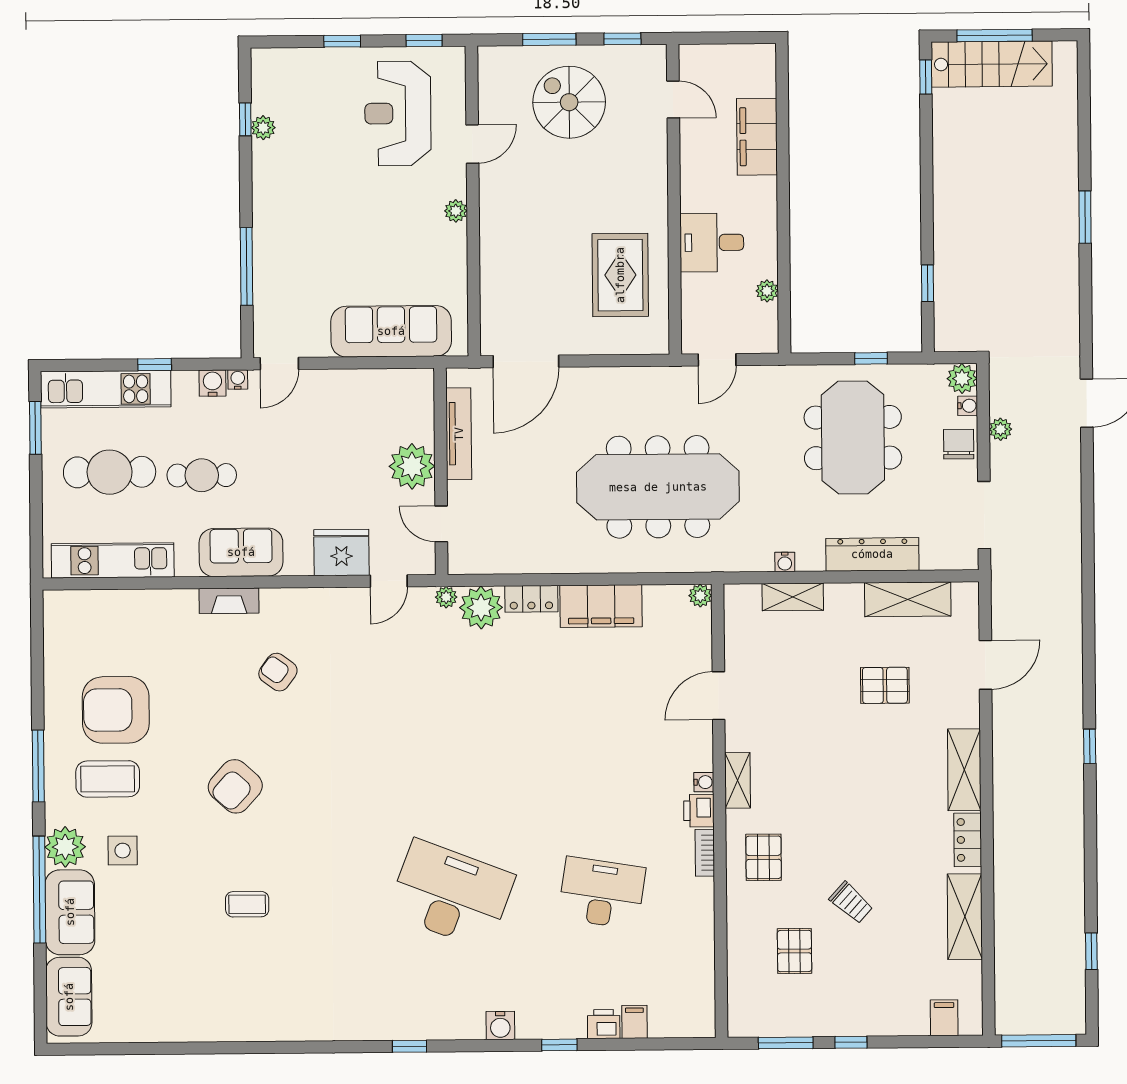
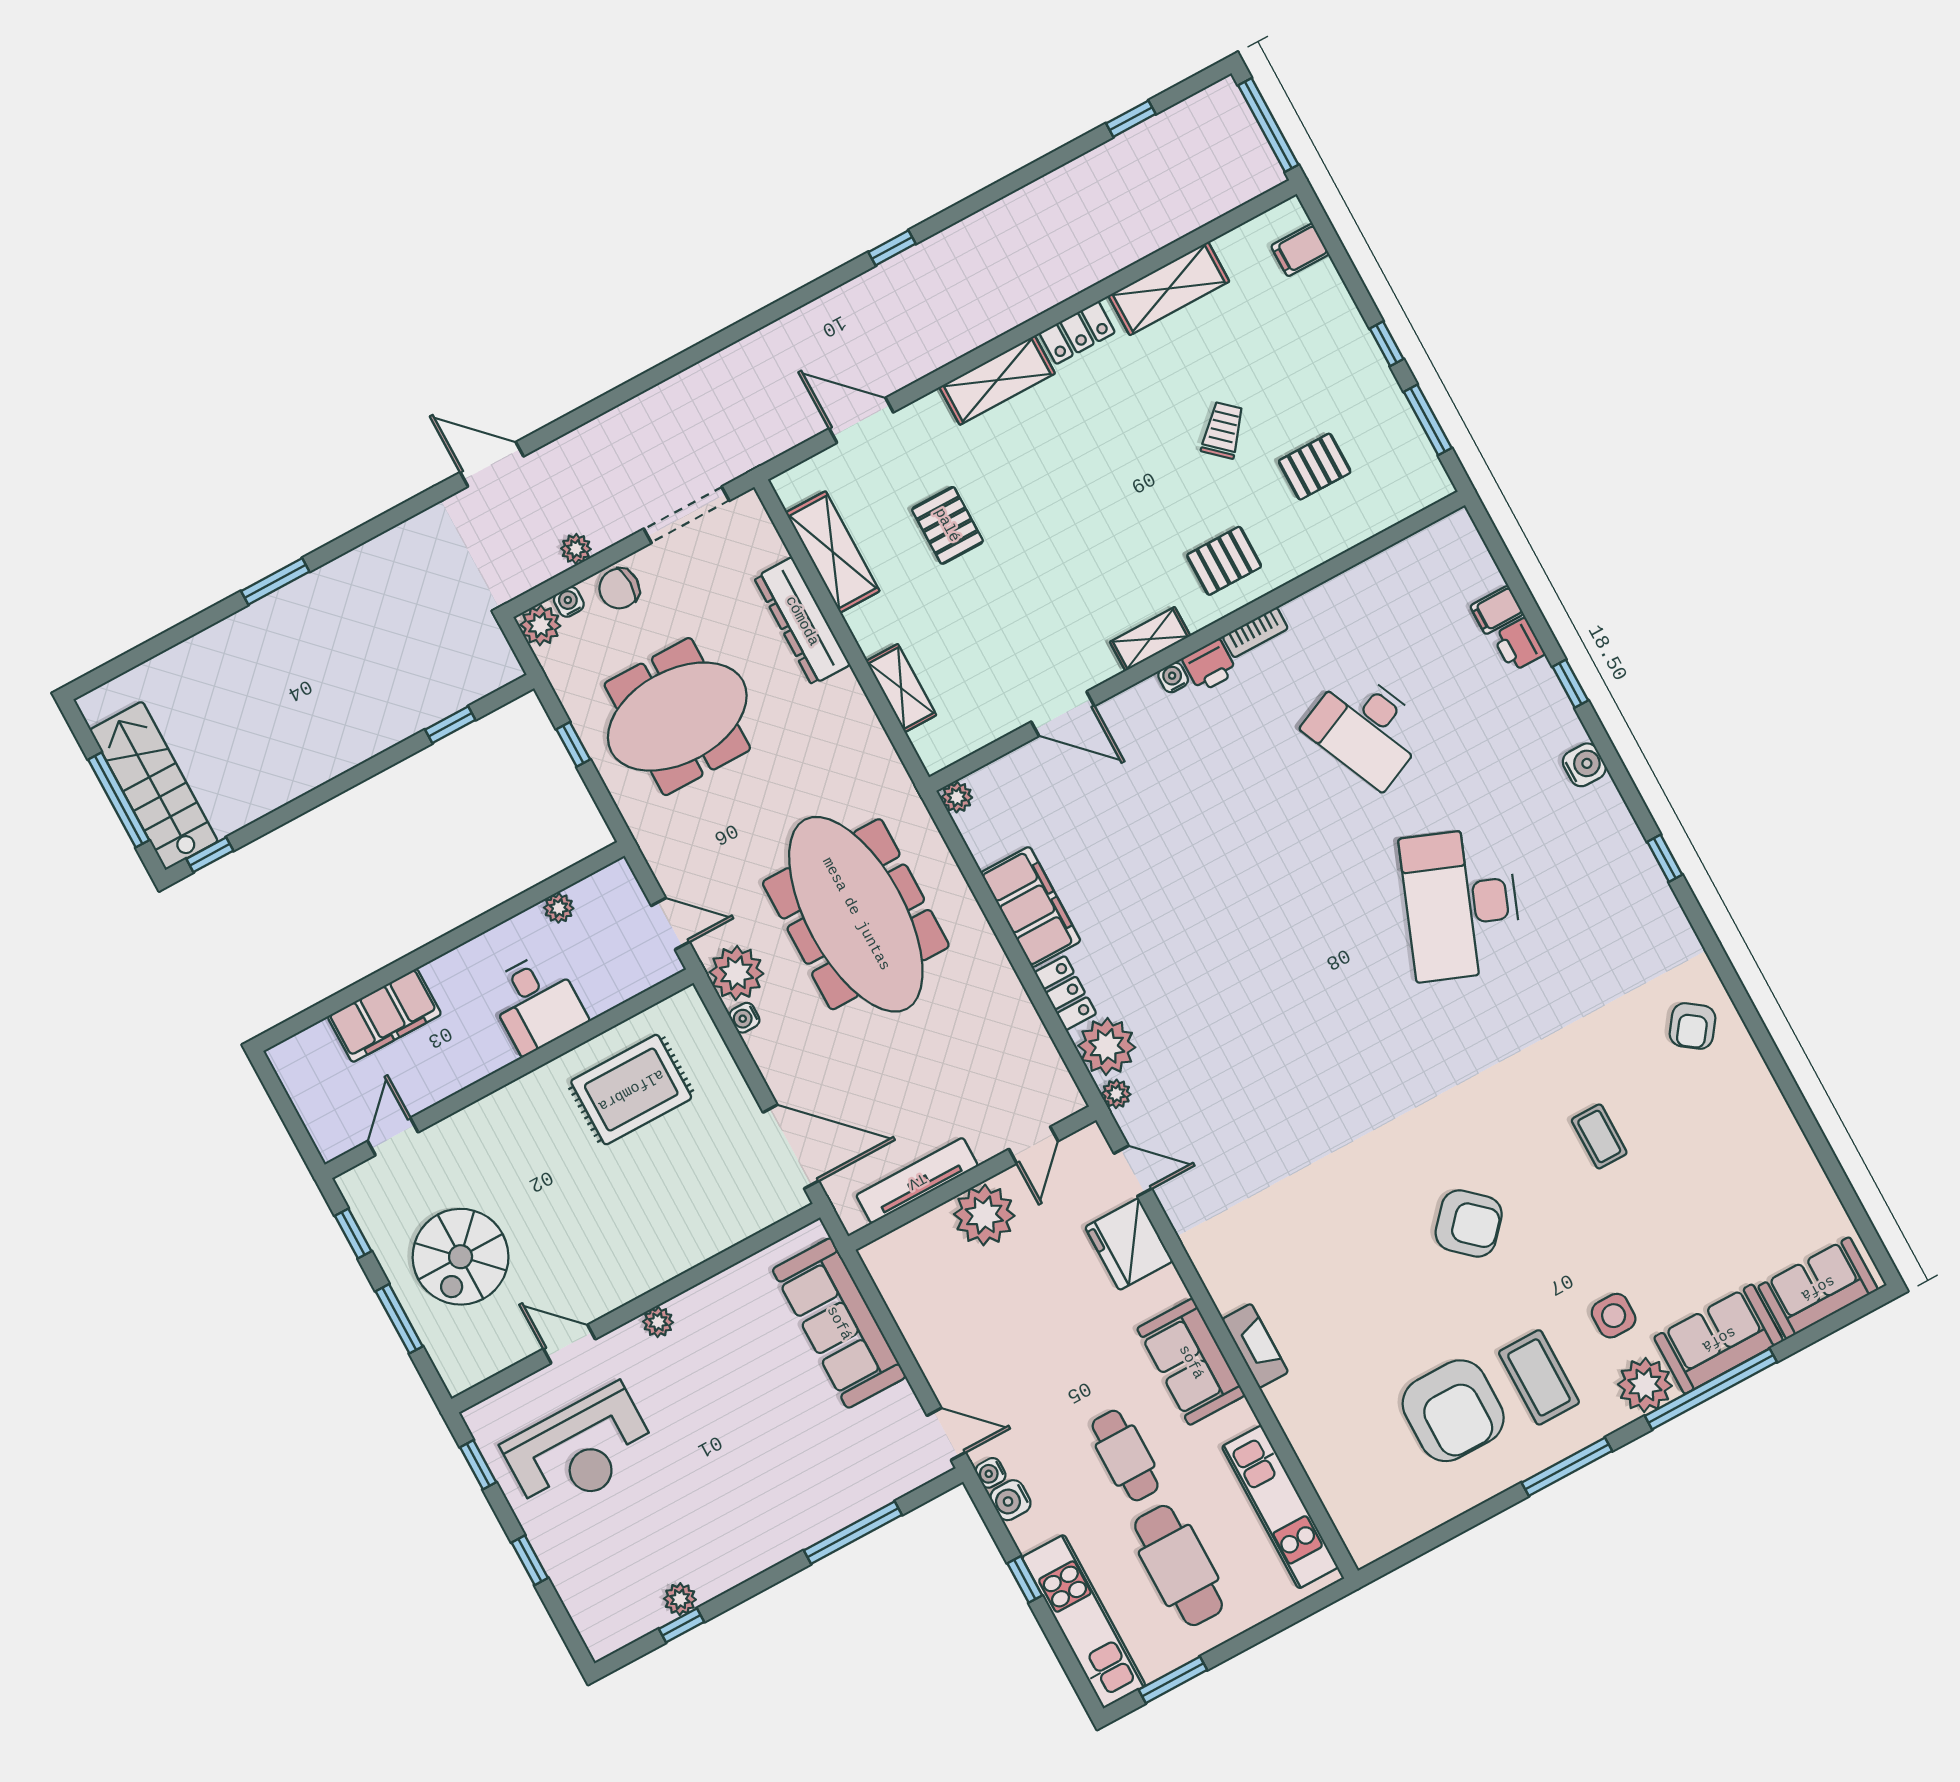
plant: (661, 386) -> (736, 973), added
water cooler: (785, 562) -> (745, 1018), moved, turned 180
armchair: (278, 672) -> (1693, 1026), moved
desk: (602, 893) -> (1366, 728), turned -33

